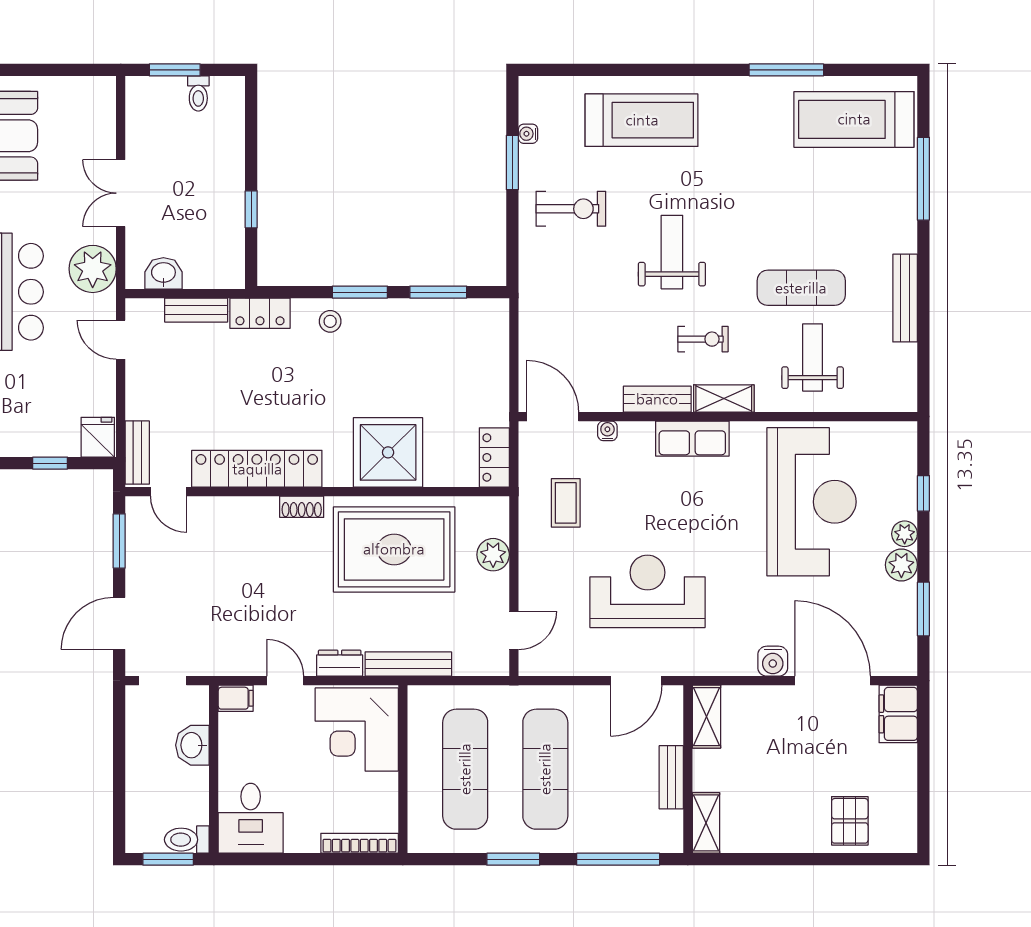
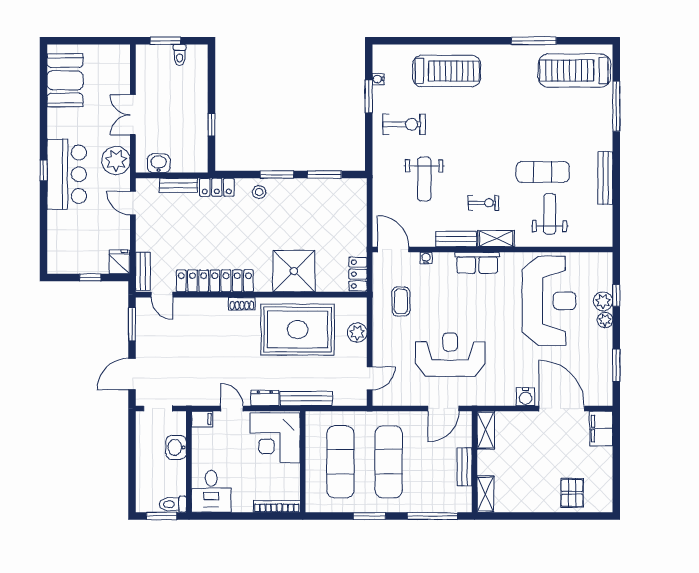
weight bench: (672, 252) -> (424, 179), moved, turned 180
plant: (901, 565) -> (603, 301), moved

